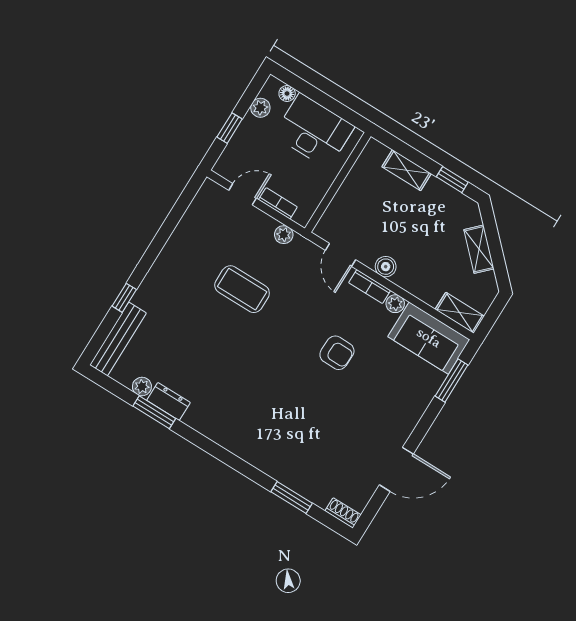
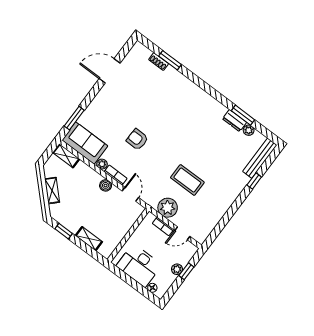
plant: (260, 108) -> (177, 269), moved
plant: (284, 235) -> (168, 208), width x1.88, depth x1.88
shoe rack: (343, 513) -> (159, 62), moved

